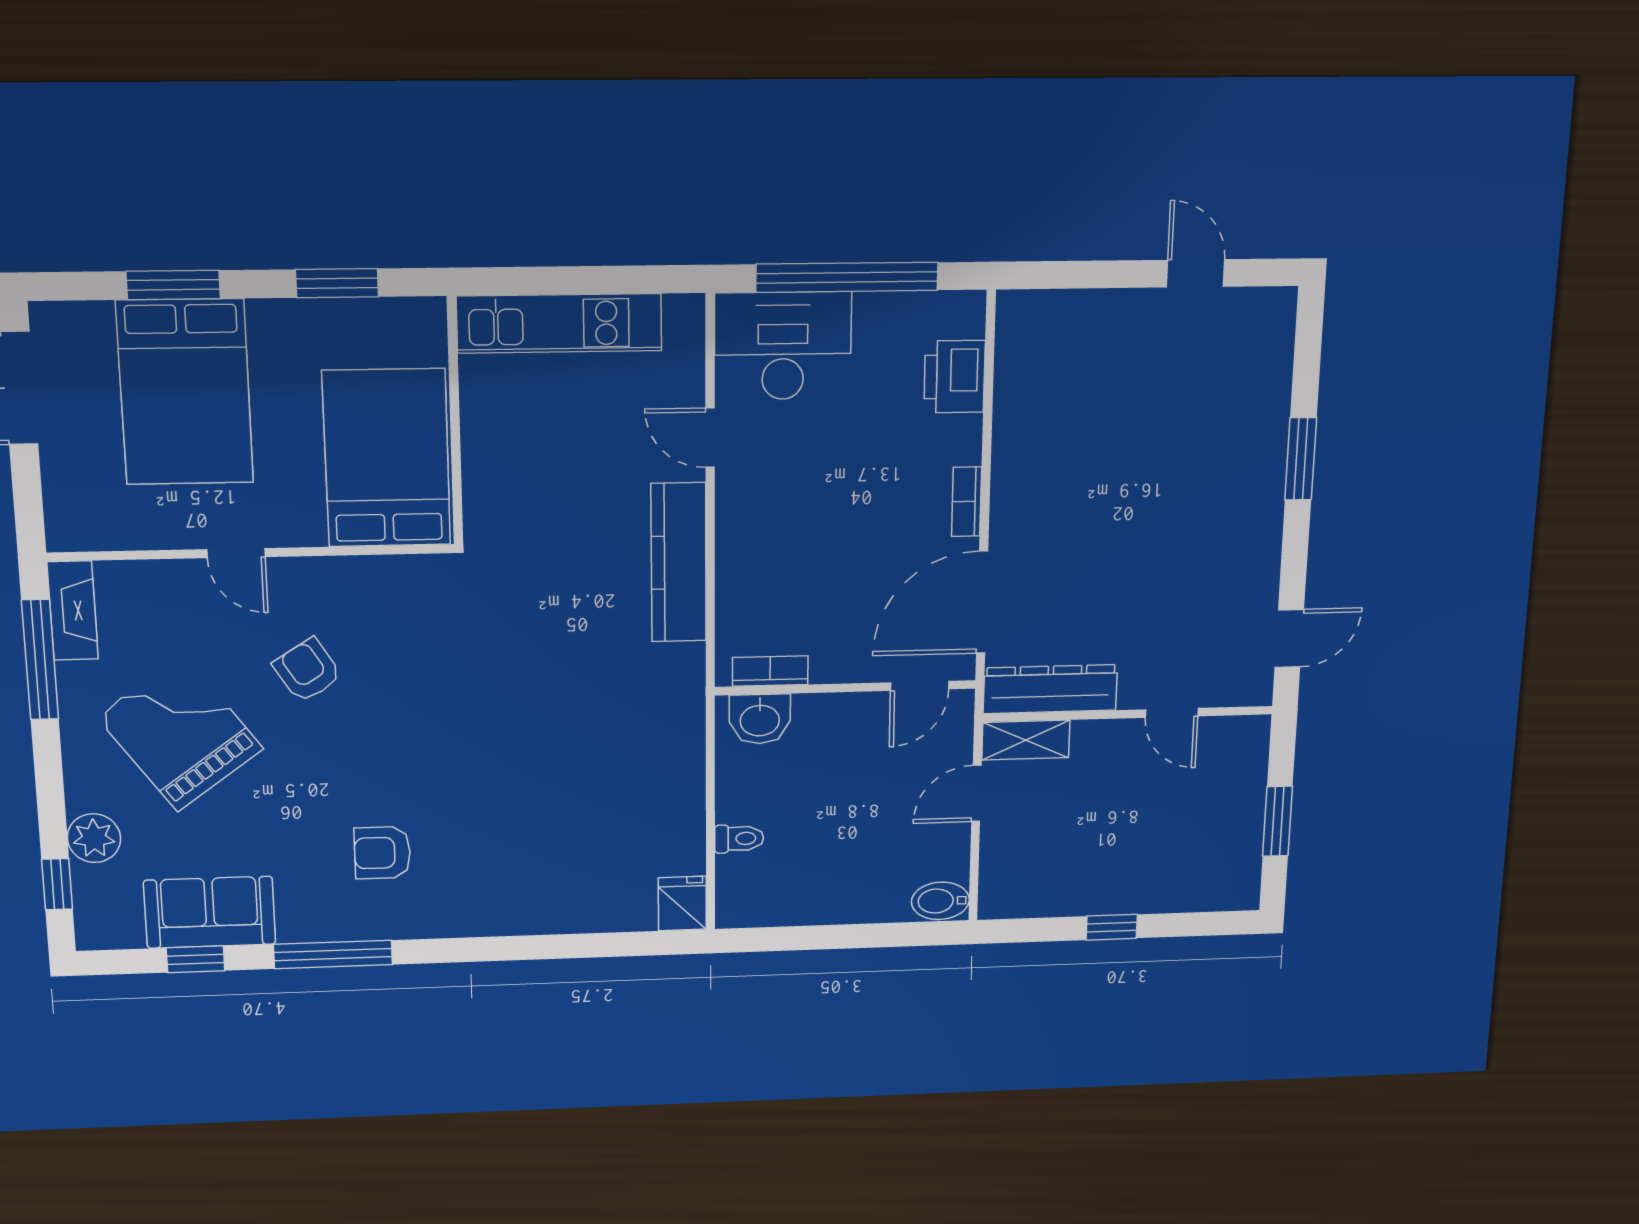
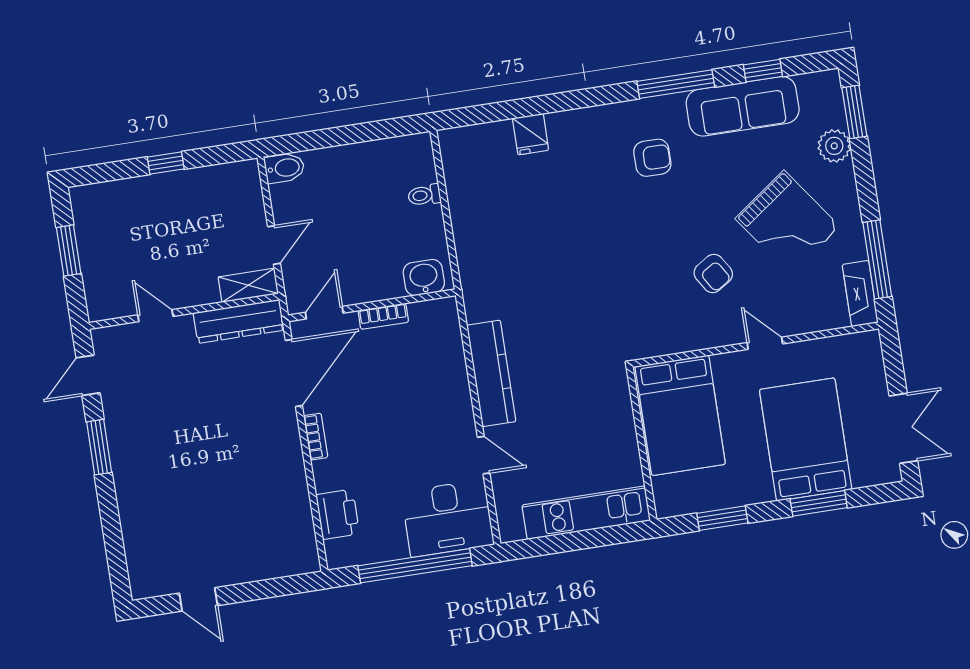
window: (1301, 459) -> (99, 447), moved
bookcase: (770, 671) -> (383, 316), moved
window: (57, 884) -> (854, 112), width x1.50
fridge: (682, 903) -> (531, 134), moved
sofa: (210, 912) -> (743, 106), width x1.36

